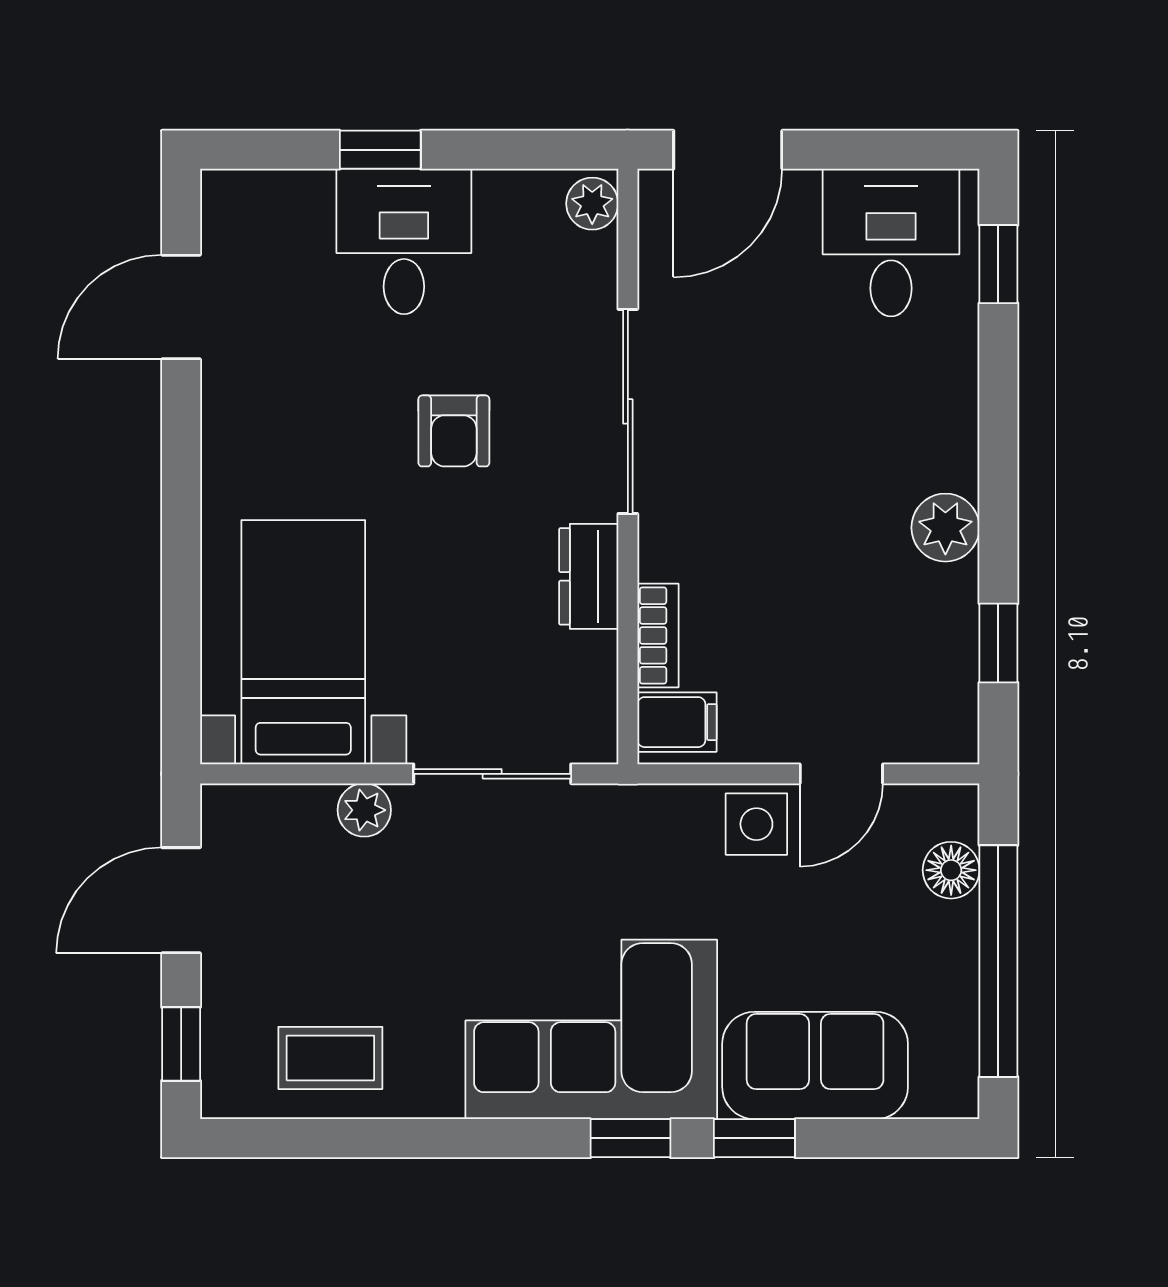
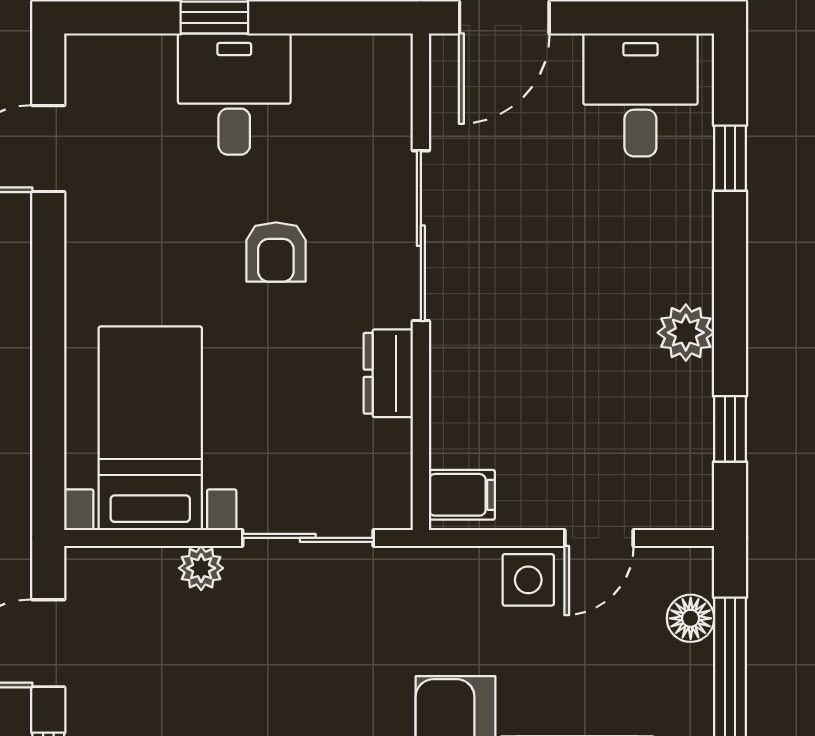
plant: (592, 204) -> (391, 62), removed
window: (998, 264) -> (730, 158), moved
bookcase: (658, 635) -> (446, 423), removed

